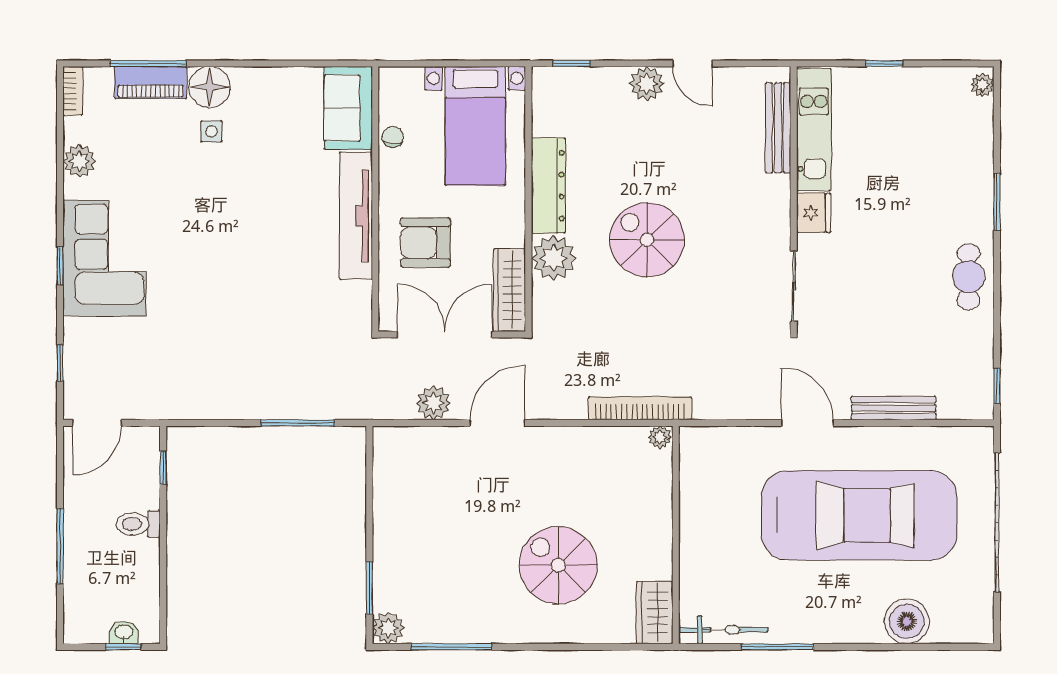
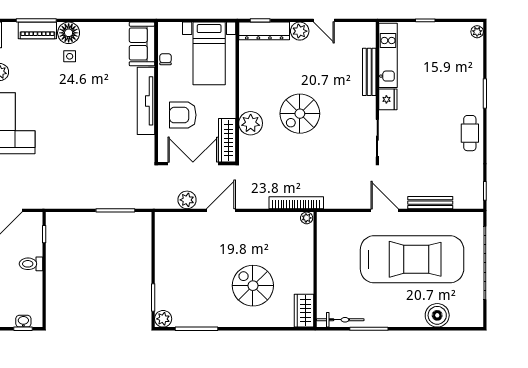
bench: (778, 128) -> (369, 72), moved
dresser: (548, 186) -> (264, 31), moved, turned 90
spiral stairs: (647, 240) -> (300, 114), turned -90

